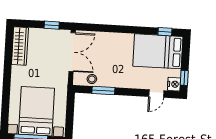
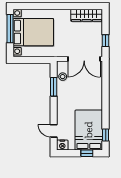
window: (184, 78) -> (87, 153), moved

